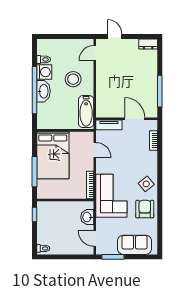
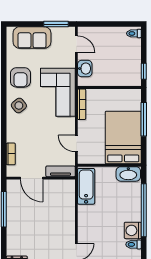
stool: (73, 79) -> (101, 222), removed
washbasin: (43, 91) -> (128, 174), moved, turned -90

